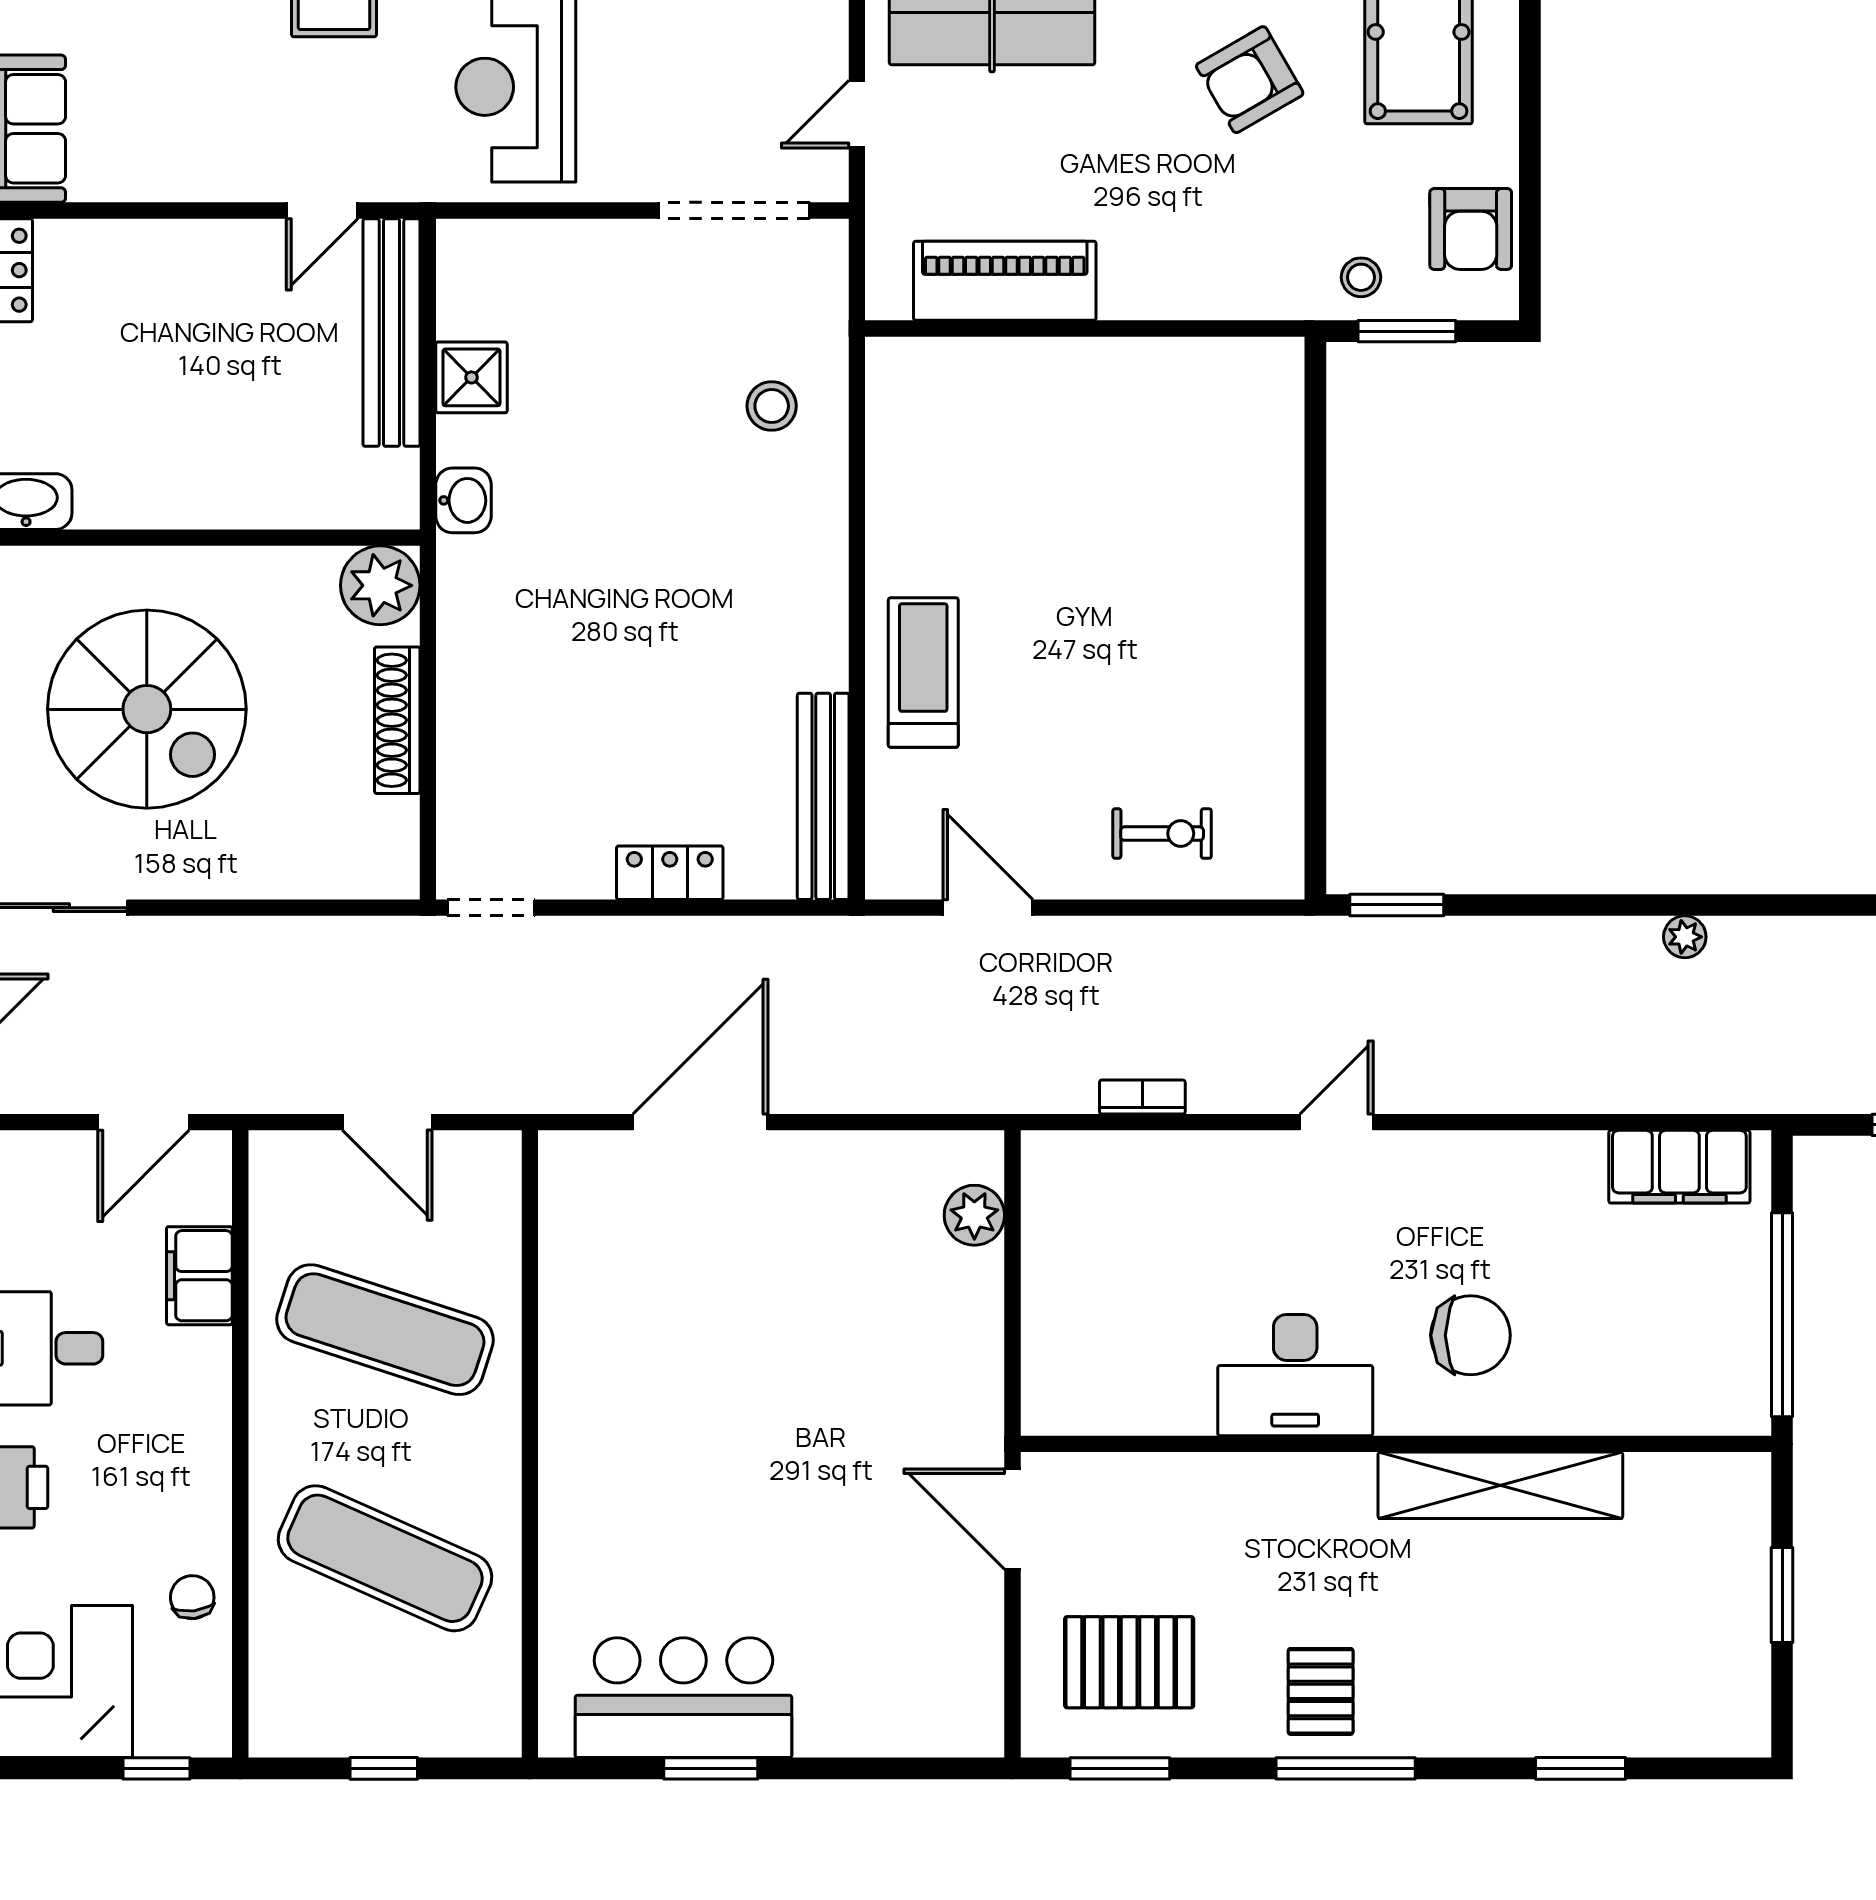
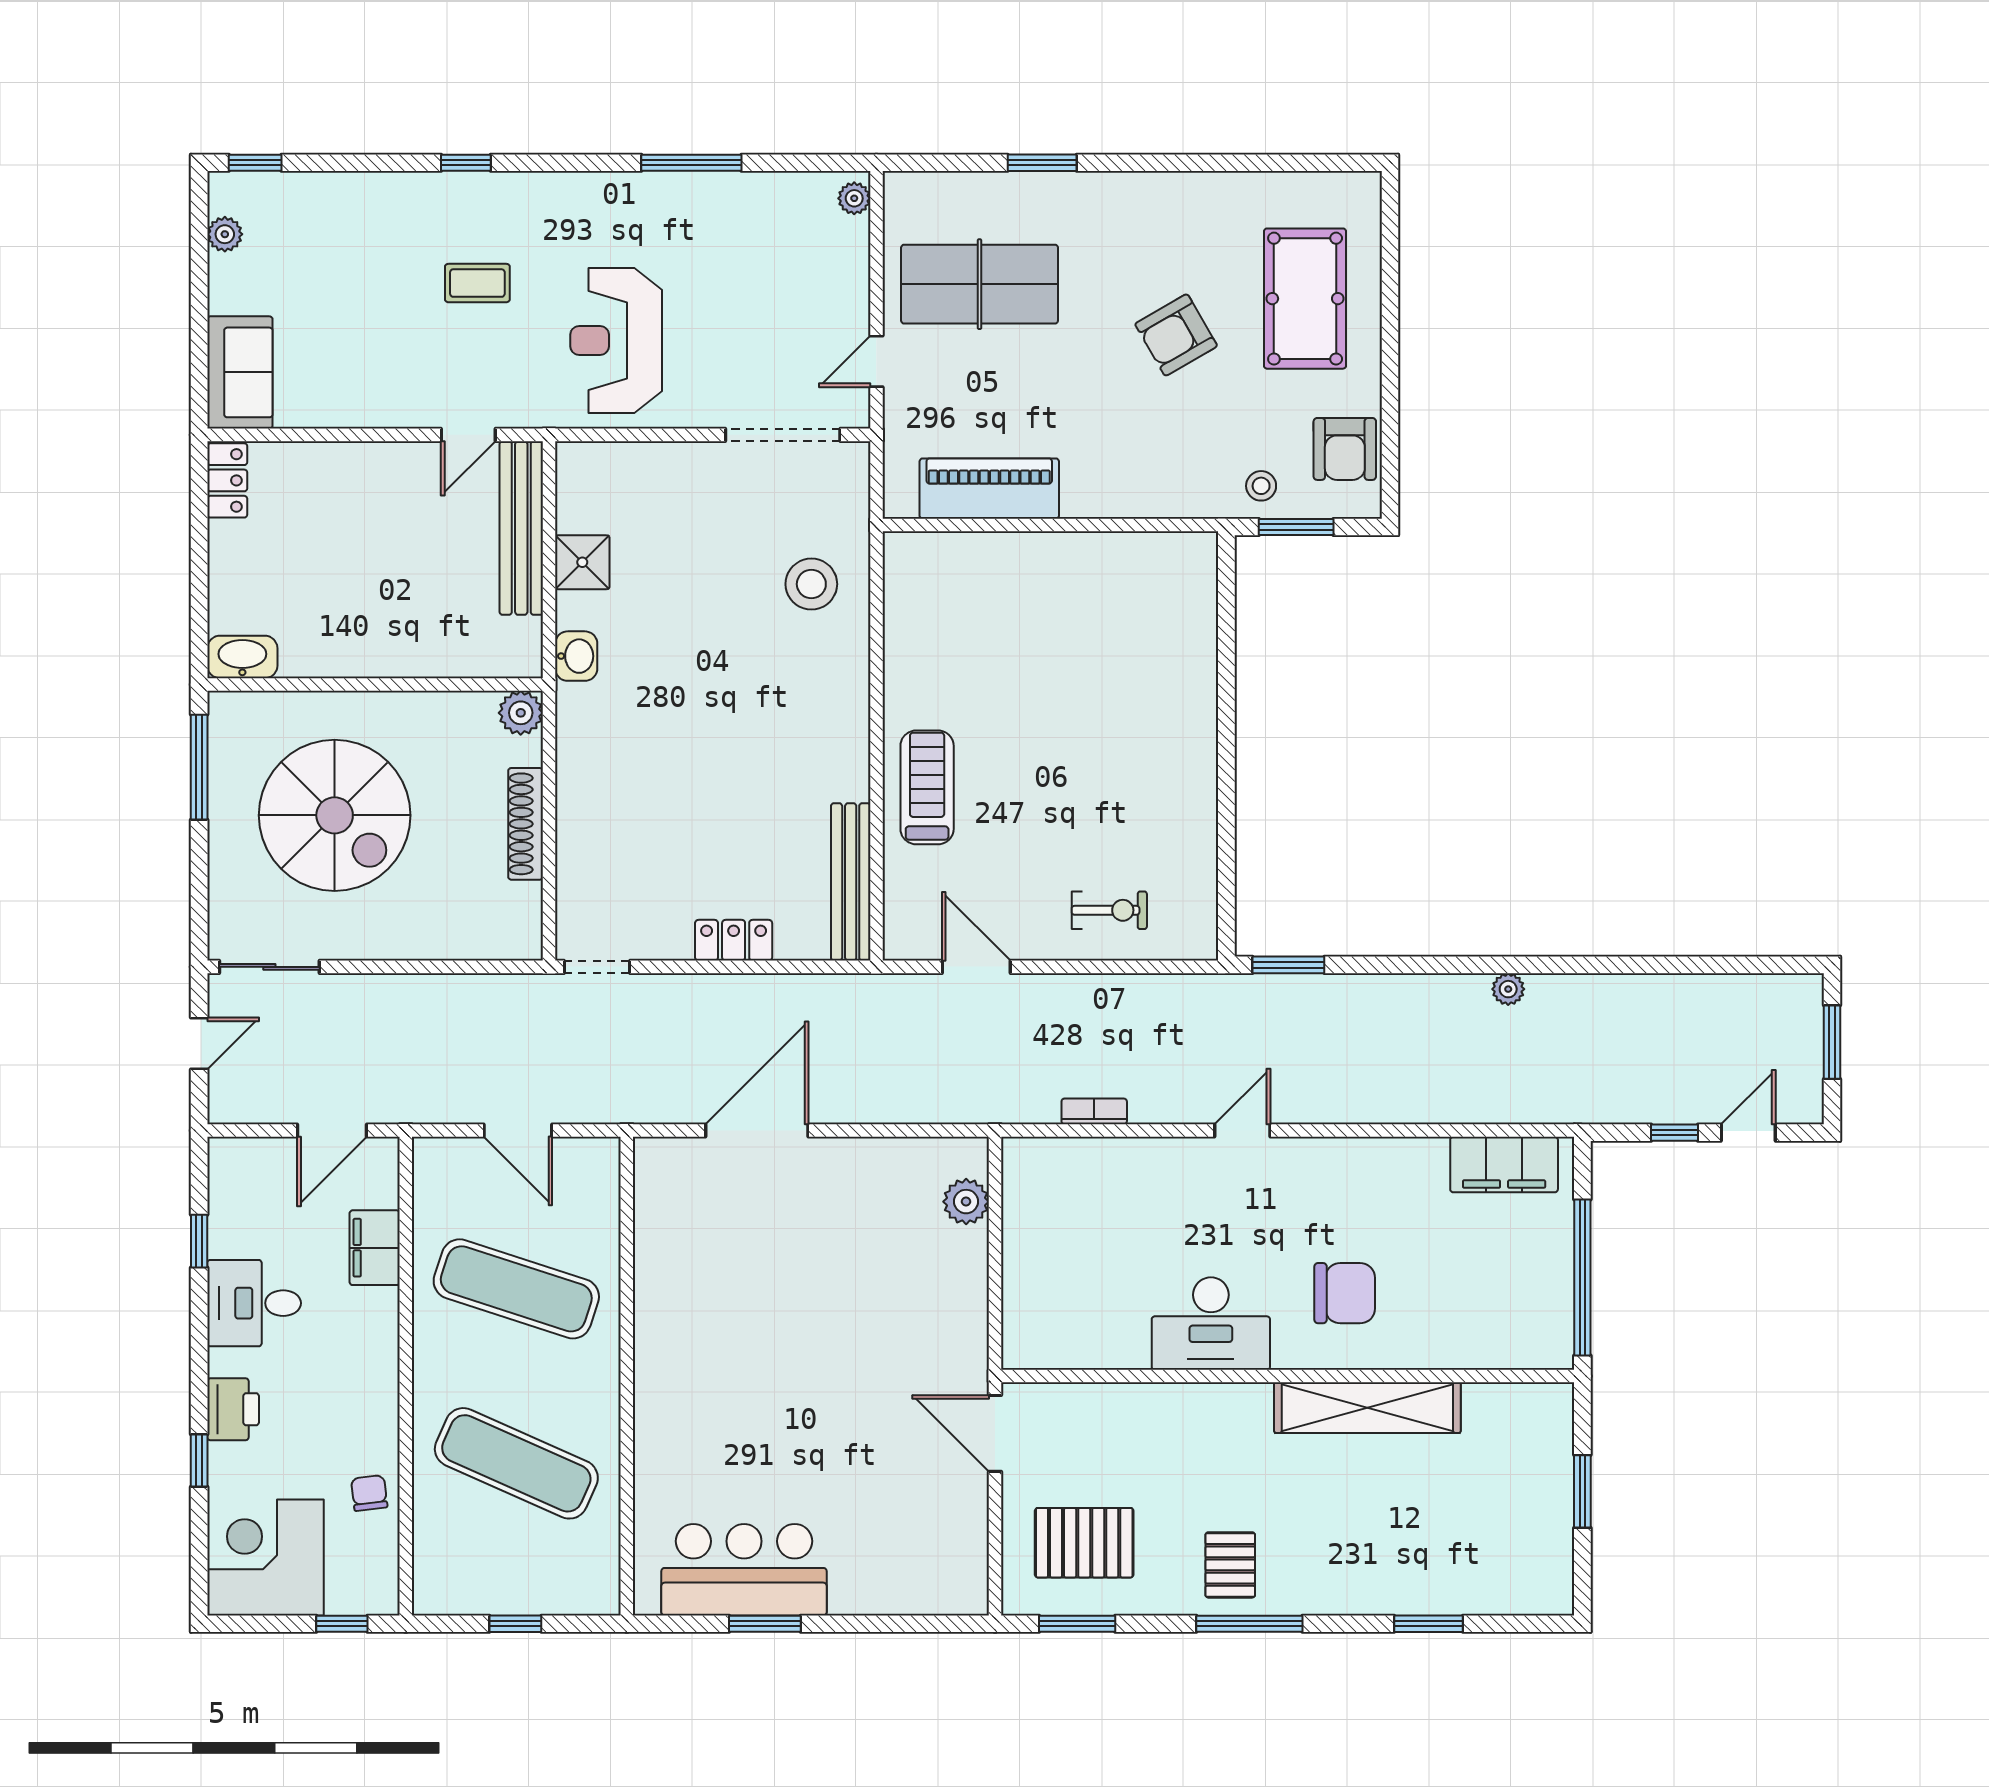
stool: (772, 406) -> (811, 584), width x1.38, depth x1.38
plant: (380, 585) -> (521, 713), width x0.73, depth x0.73

